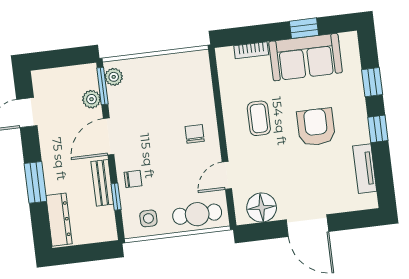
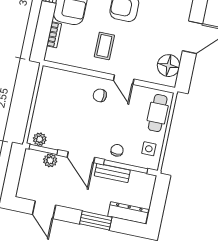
coffee table: (259, 118) -> (104, 46), turned 90
door: (227, 175) -> (124, 80), moved
window: (116, 197) -> (126, 167), width x2.17

